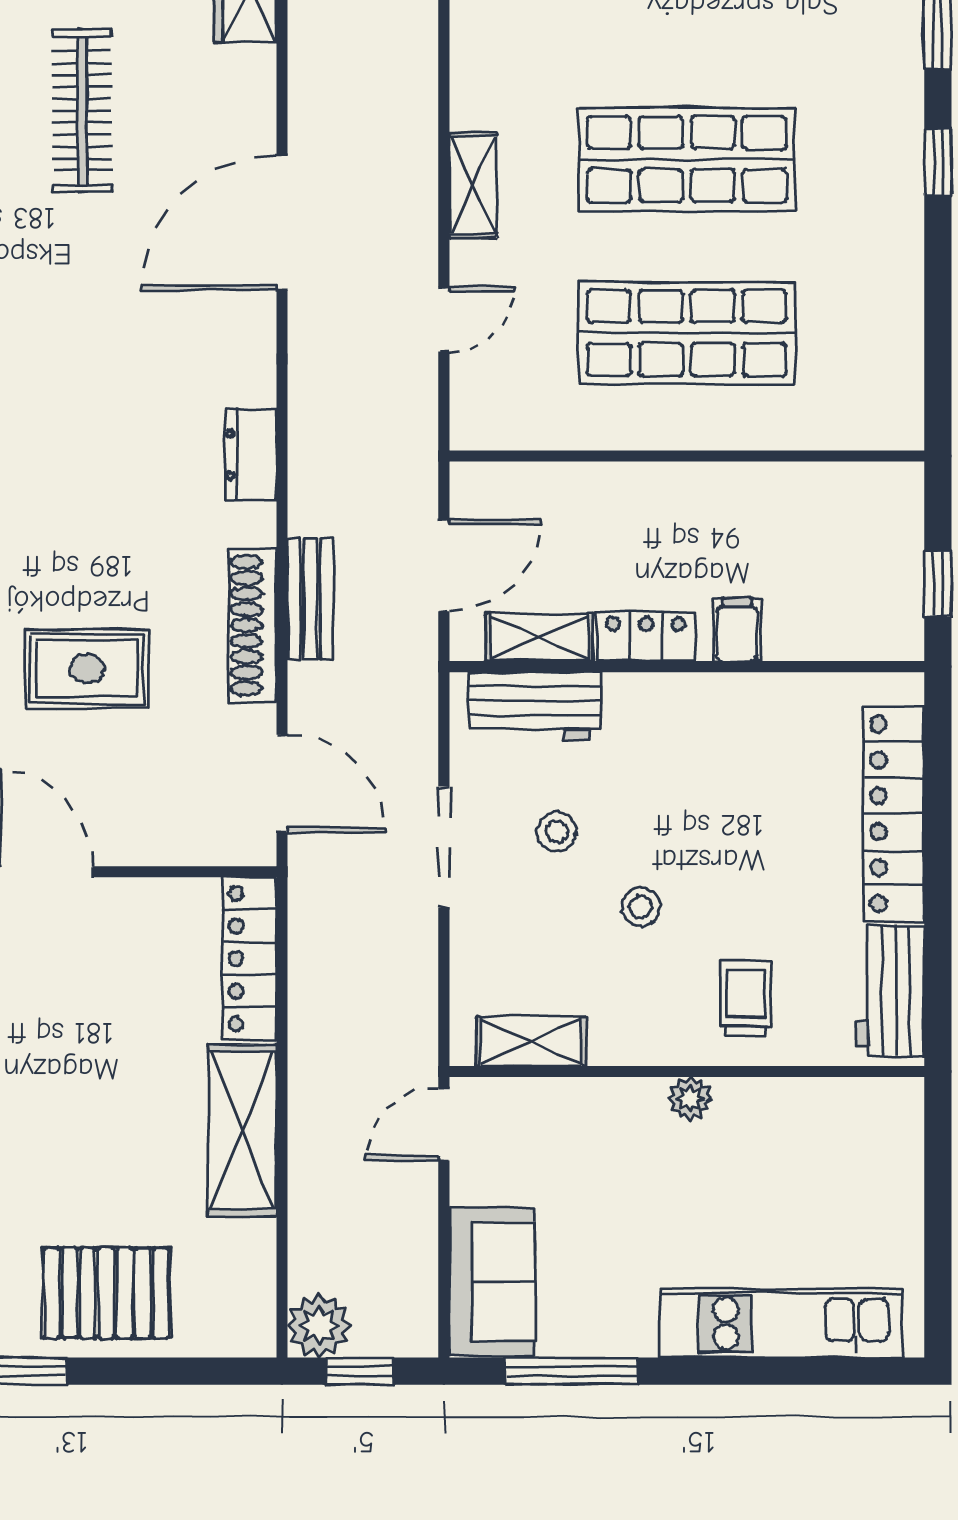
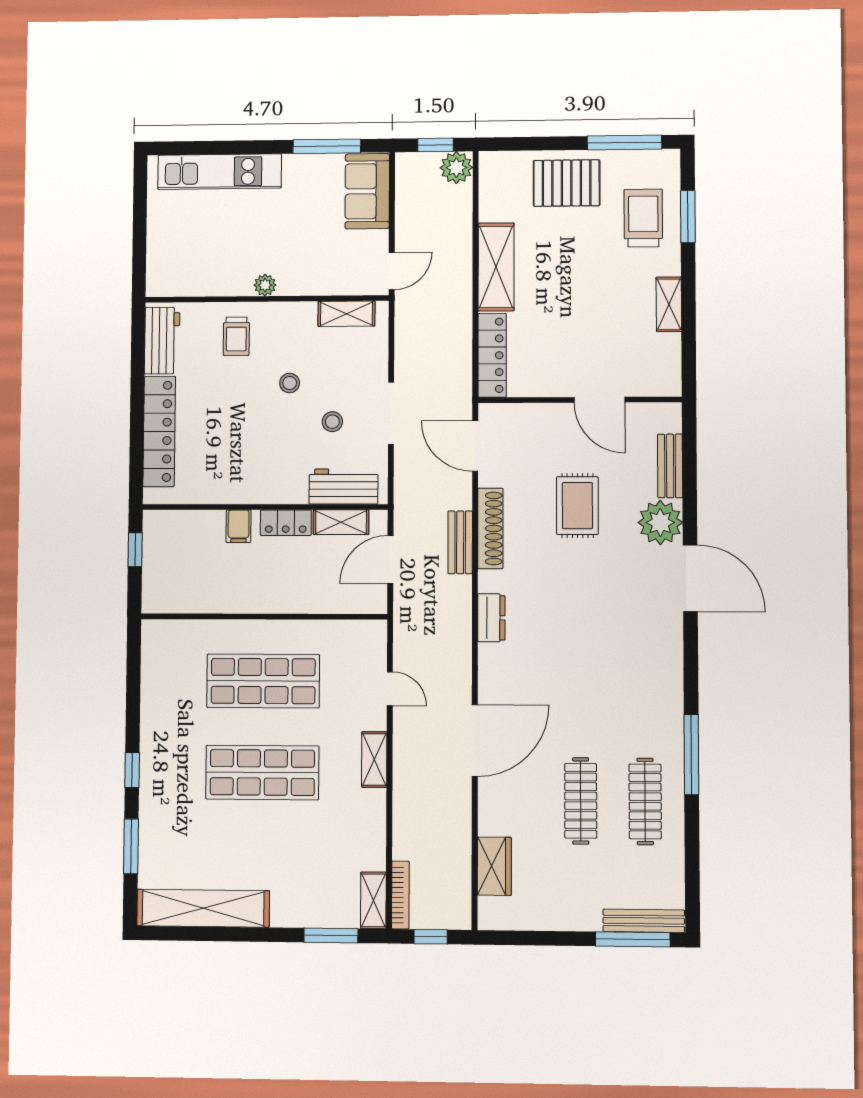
door: (444, 319) -> (390, 689), swing flipped
rug: (87, 669) -> (577, 506), turned 90

